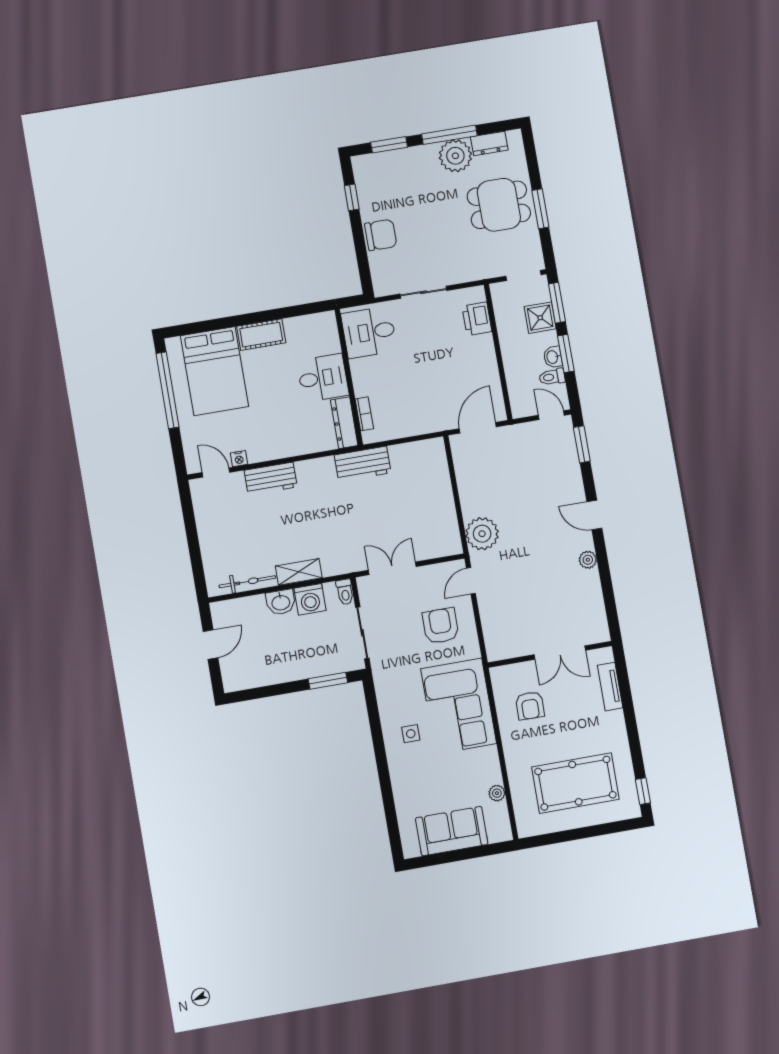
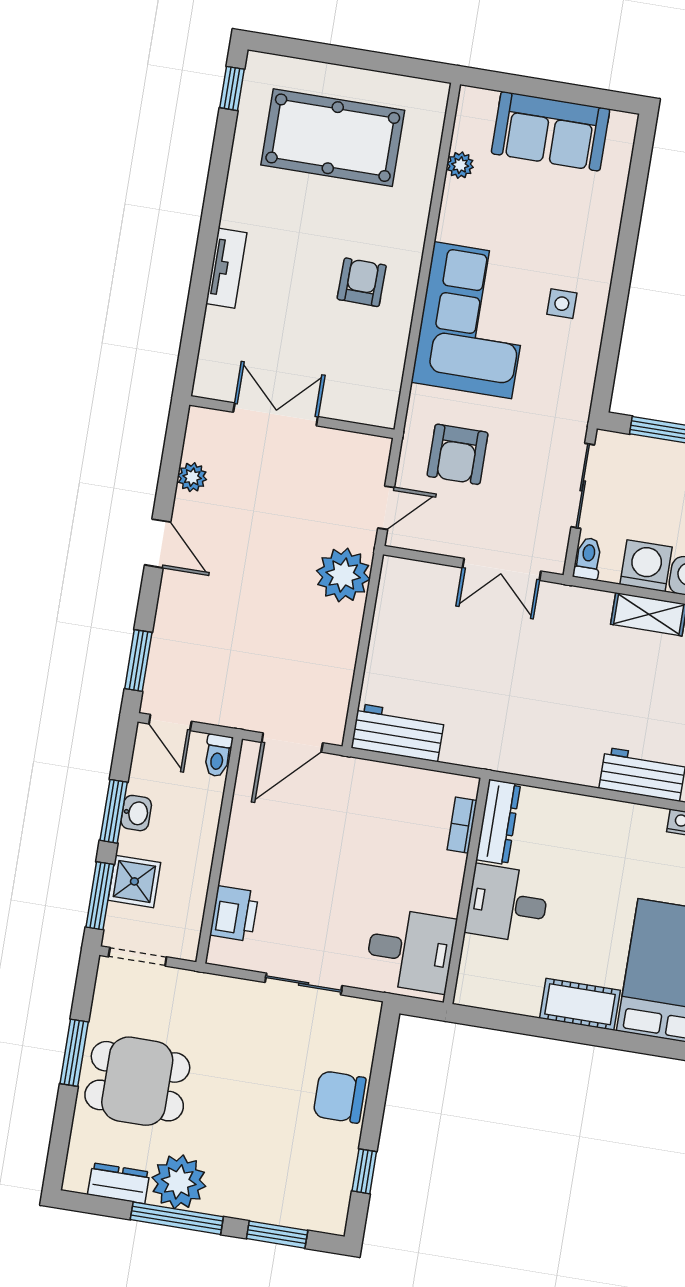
toilet: (552, 377) -> (218, 755), moved, turned 90
workbench: (363, 464) -> (398, 733), moved
double door: (560, 653) -> (276, 414), moved
wall: (550, 654) -> (292, 417), moved

